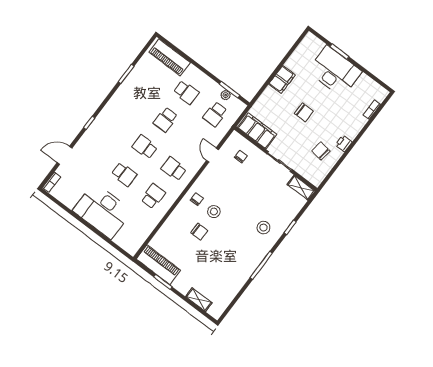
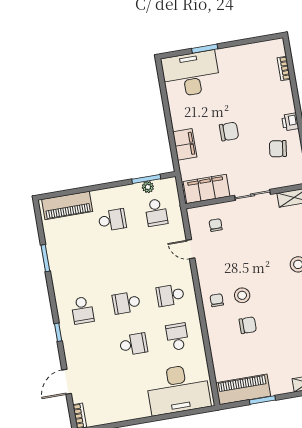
desk: (335, 71) -> (191, 74), moved
filing cabinet: (282, 79) -> (185, 144), moved
school desk: (165, 120) -> (82, 310), moved
desk: (102, 211) -> (178, 389), moved

